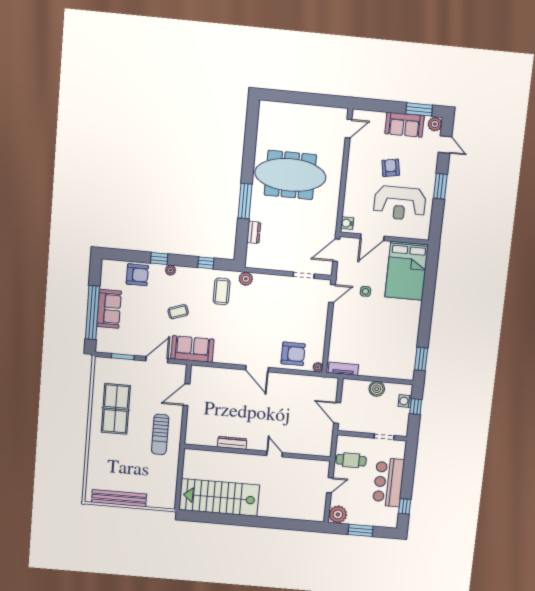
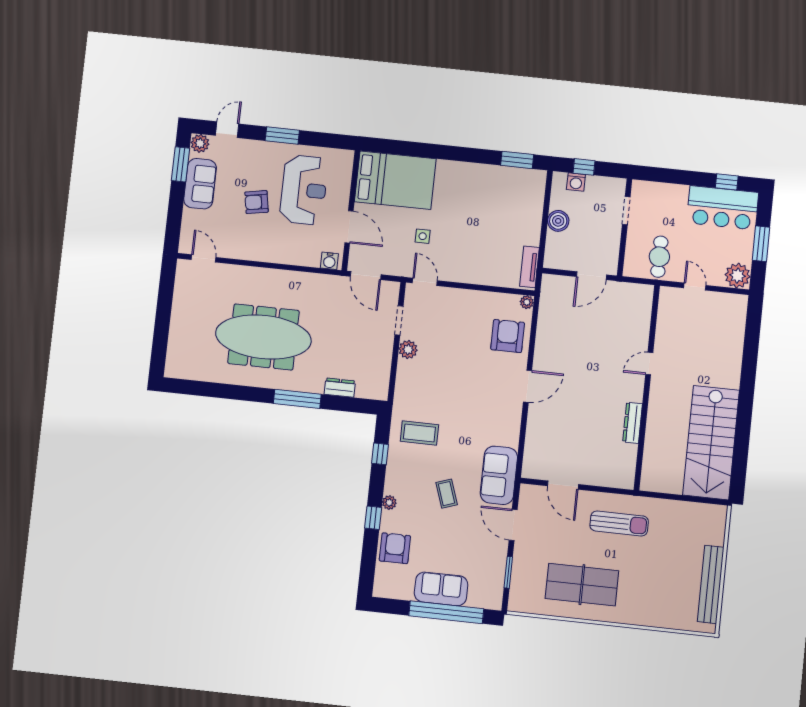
meeting table: (290, 175) -> (263, 337), turned 90
plant: (246, 279) -> (408, 349), moved
bar counter: (388, 482) -> (723, 208), moved

